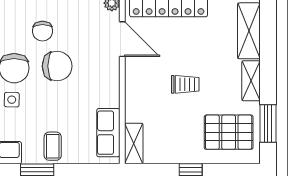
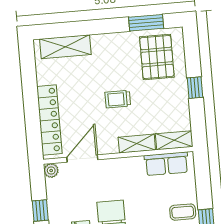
shelving: (251, 81) -> (137, 144), moved
trolley: (185, 84) -> (118, 99), turned -90

